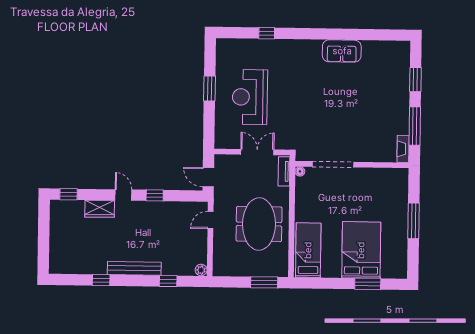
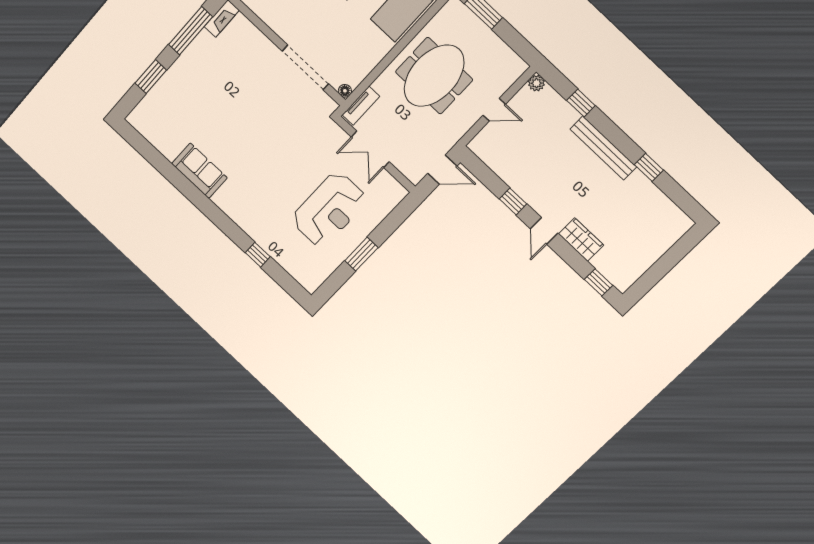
door: (208, 177) -> (442, 170), hinge flipped
door: (210, 220) -> (494, 110), moved

